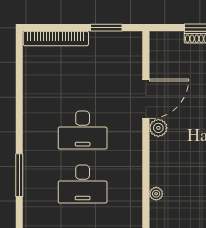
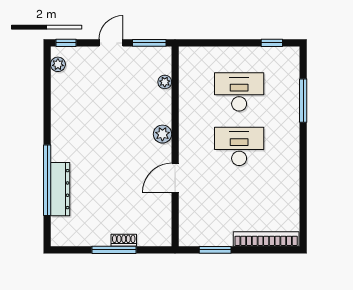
door: (146, 99) -> (175, 178), width x0.73
plant: (158, 128) -> (162, 134), moved

